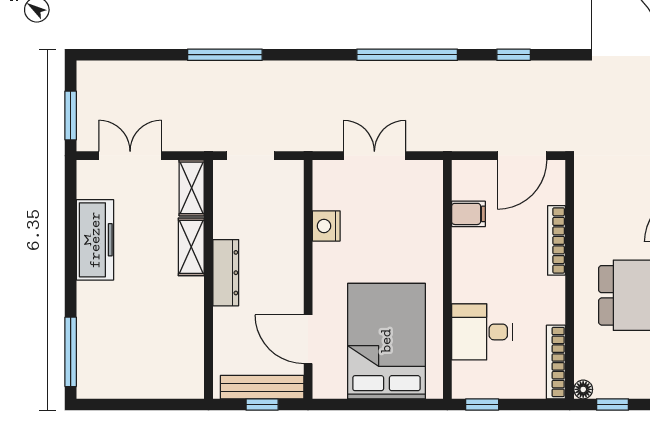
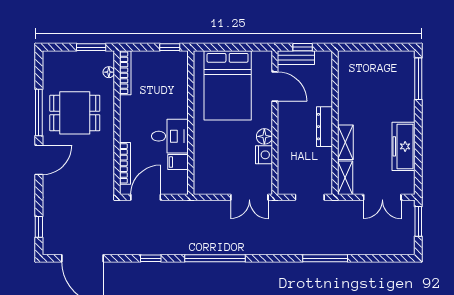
double door: (374, 156) -> (249, 197), moved
bookcase: (556, 240) -> (125, 163), moved
floor lamp: (325, 256) -> (264, 136), added
desk: (482, 332) -> (170, 136), moved
bench: (262, 387) -> (296, 58), width x0.73
floor lamp: (583, 389) -> (109, 72), moved
window: (613, 404) -> (91, 47), width x1.50

